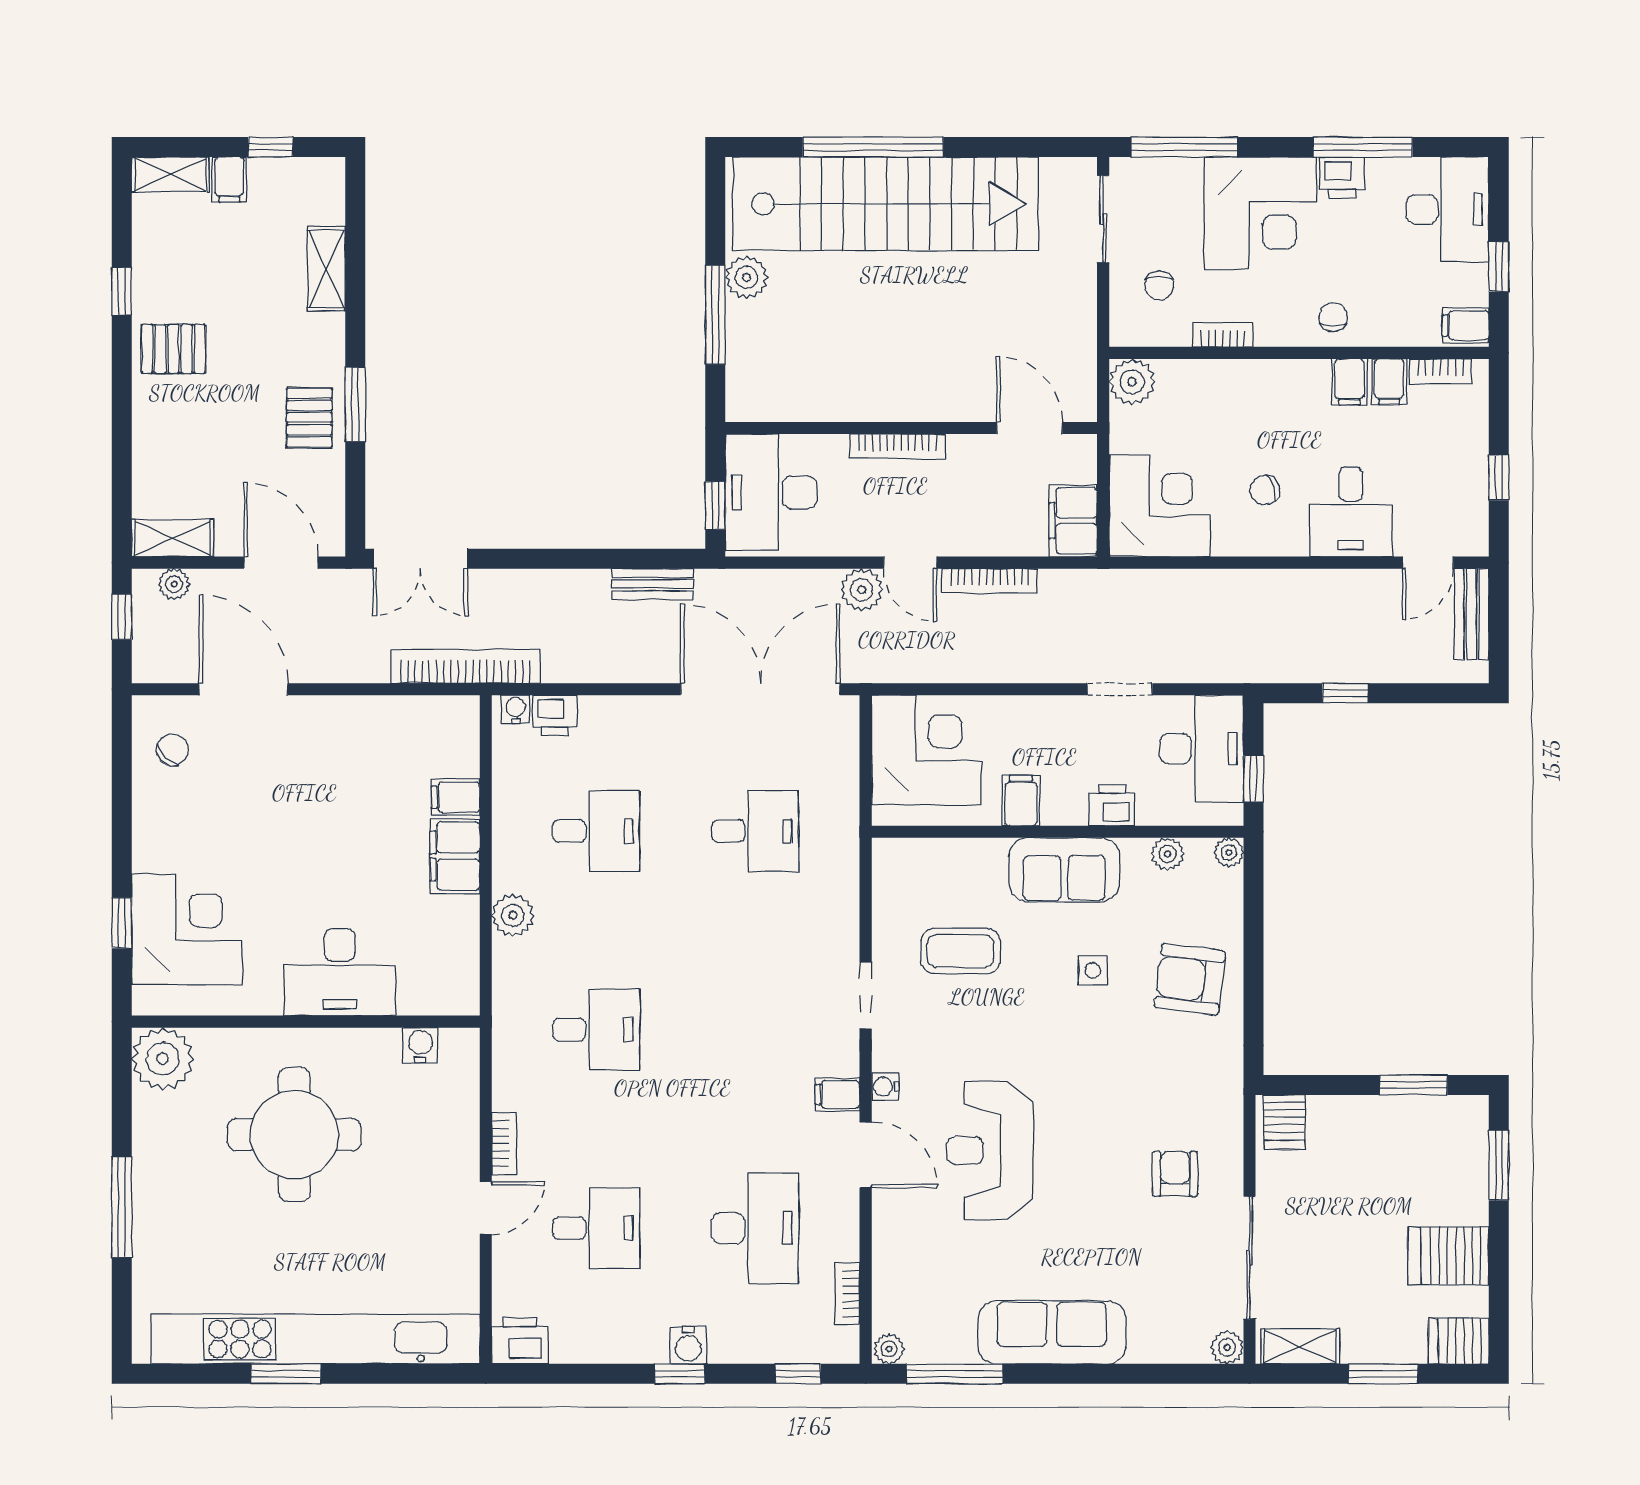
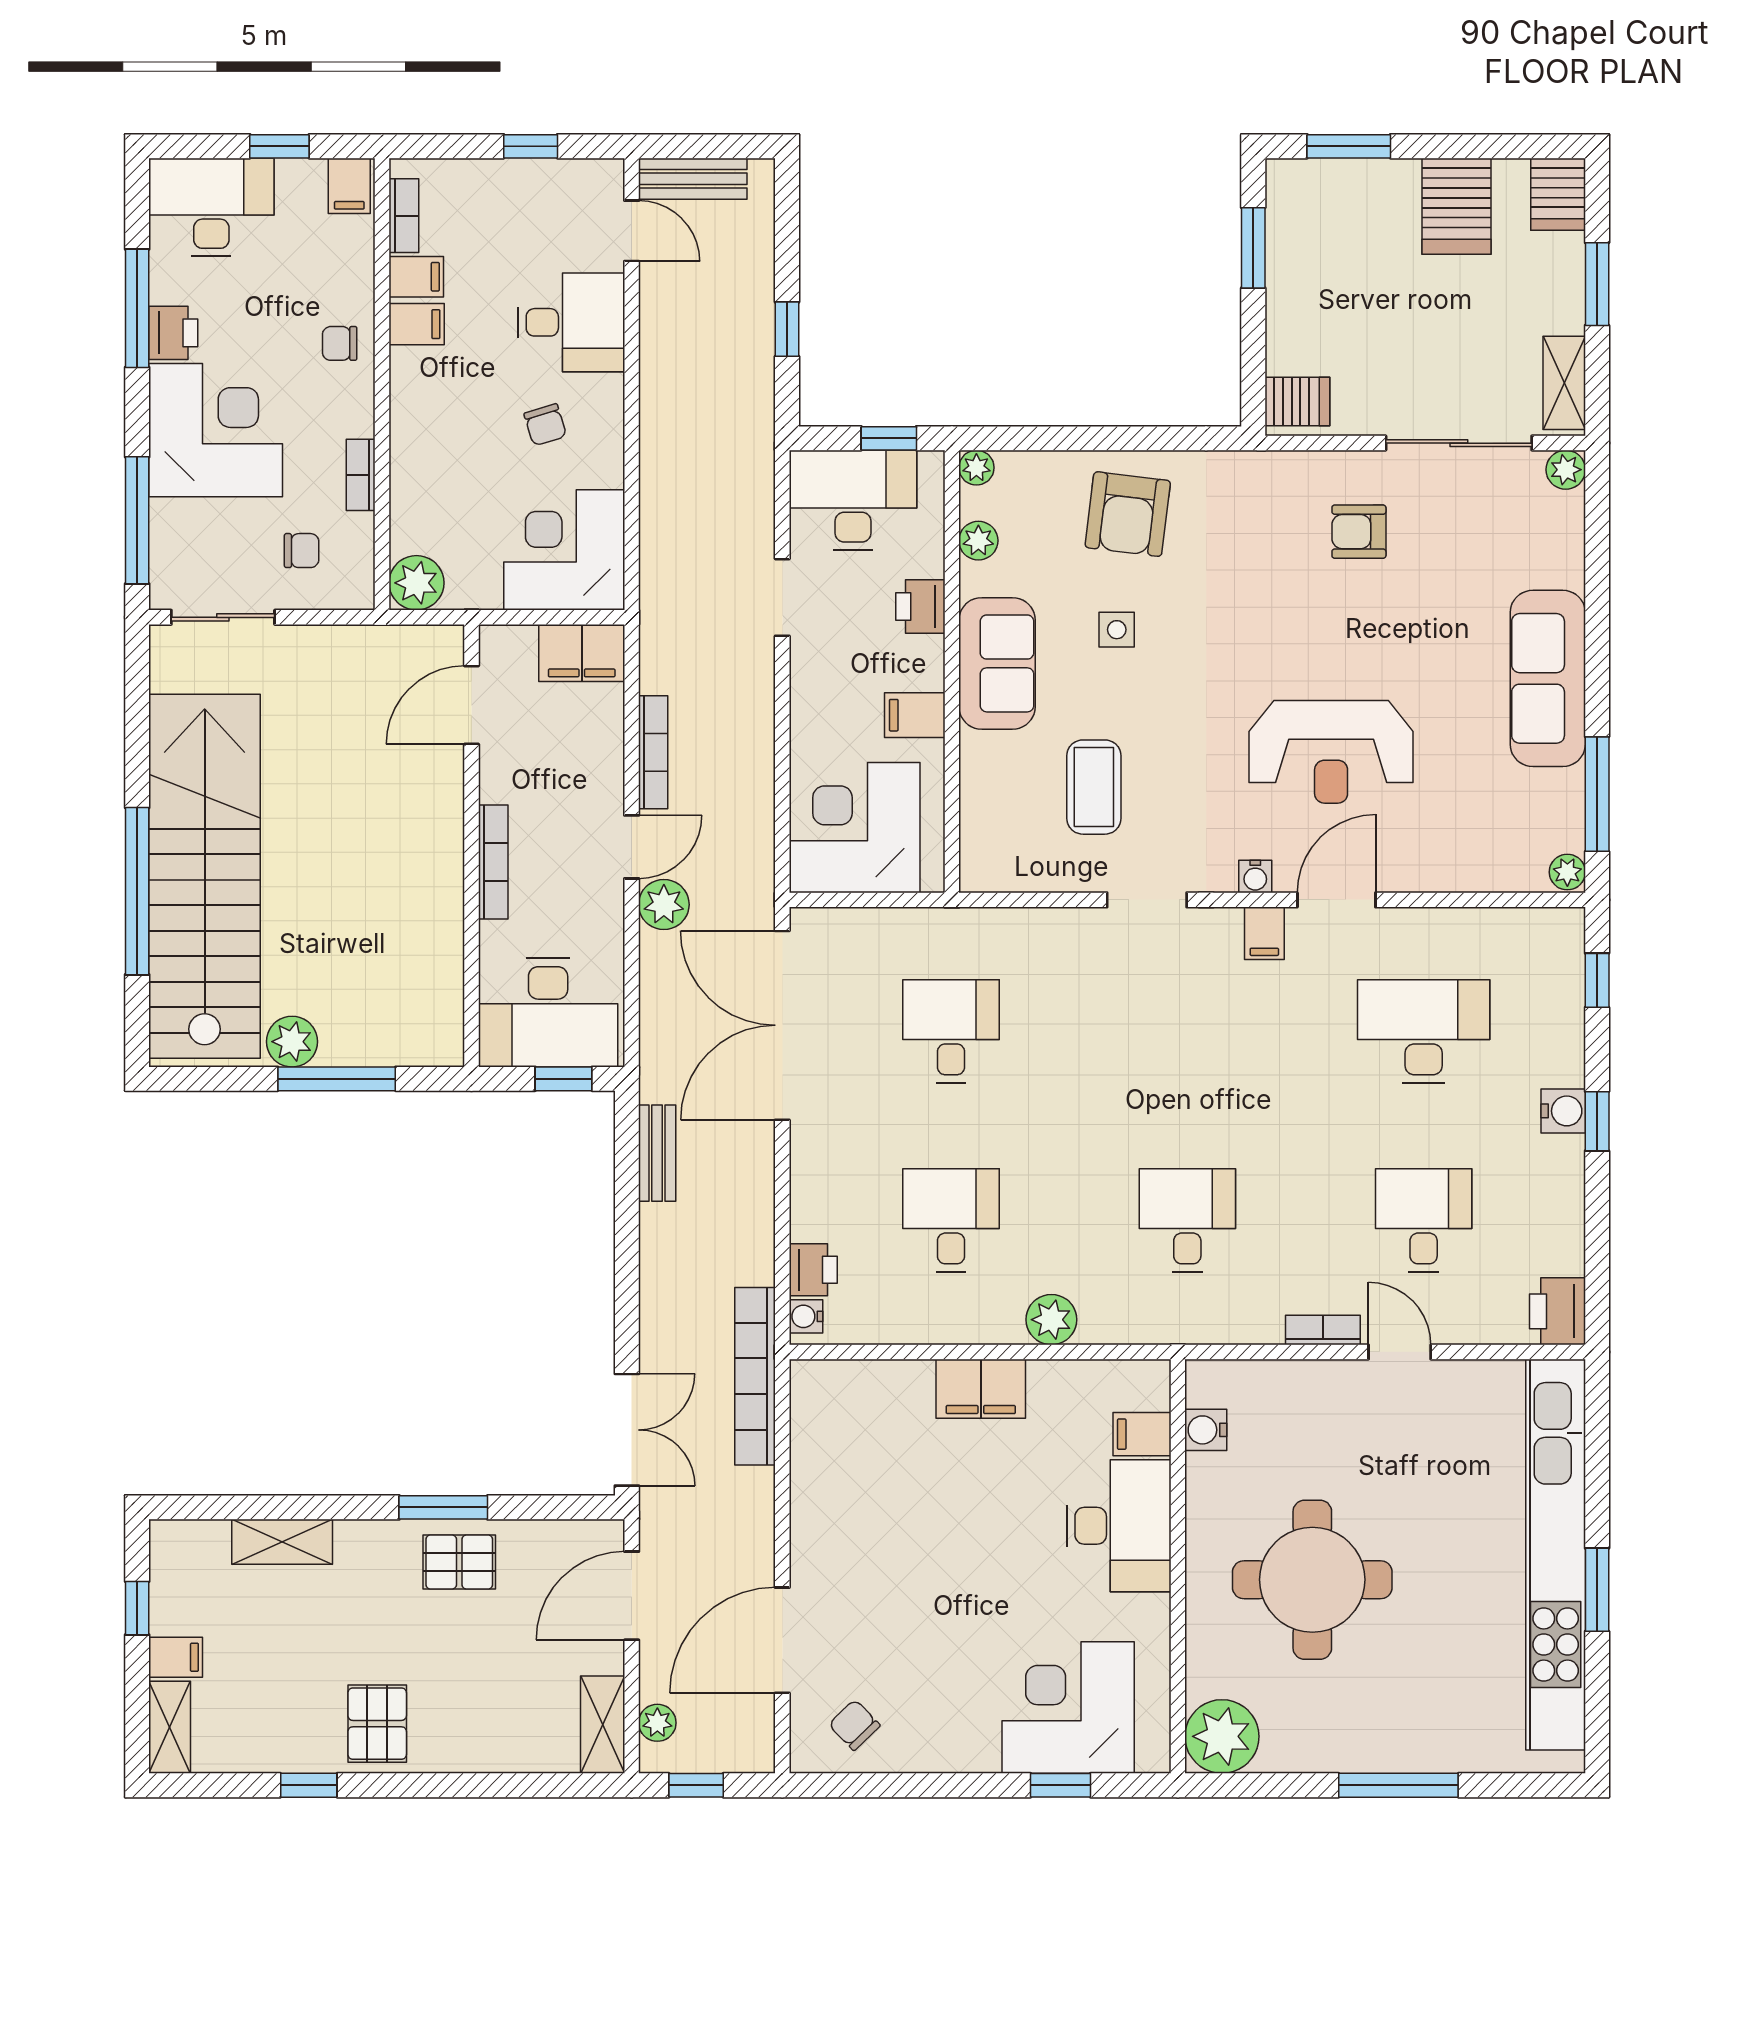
filing cabinet: (456, 797) -> (1142, 1434), moved, turned 90
bookcase: (847, 1294) -> (1501, 922), removed

